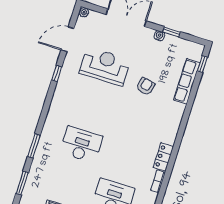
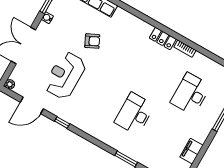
door: (68, 39) -> (32, 105), hinge flipped
armchair: (146, 86) -> (92, 41), turned 143

